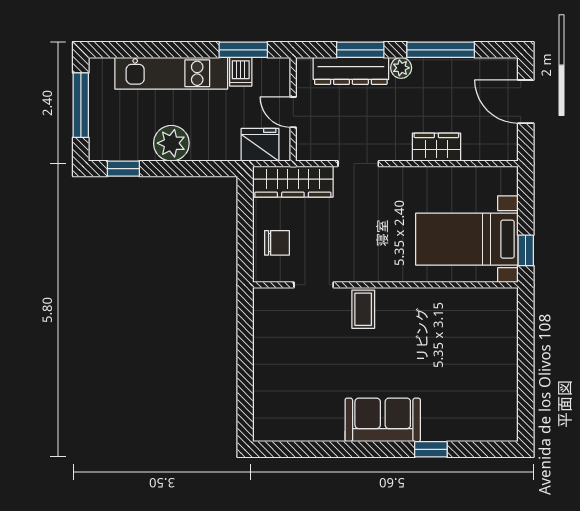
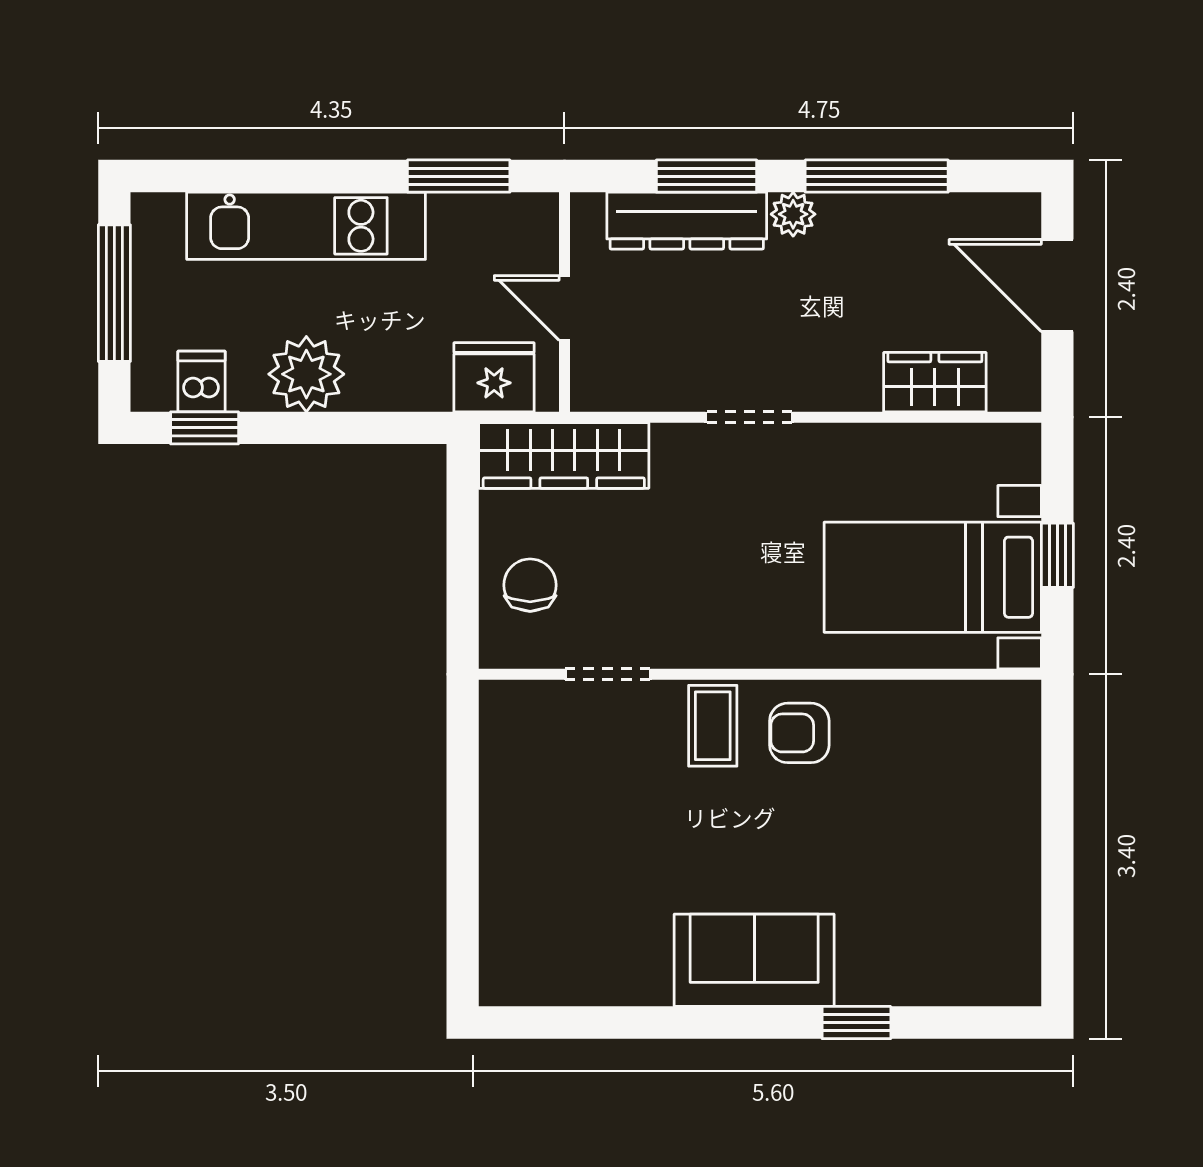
dishwasher: (241, 72) -> (201, 381), moved, turned 180
wardrobe: (436, 147) -> (935, 382), moved
doorway: (358, 164) -> (749, 417), moved
chair: (277, 243) -> (530, 585), turned -90
window: (526, 250) -> (1057, 555), moved
armchair: (404, 313) -> (799, 733), added

